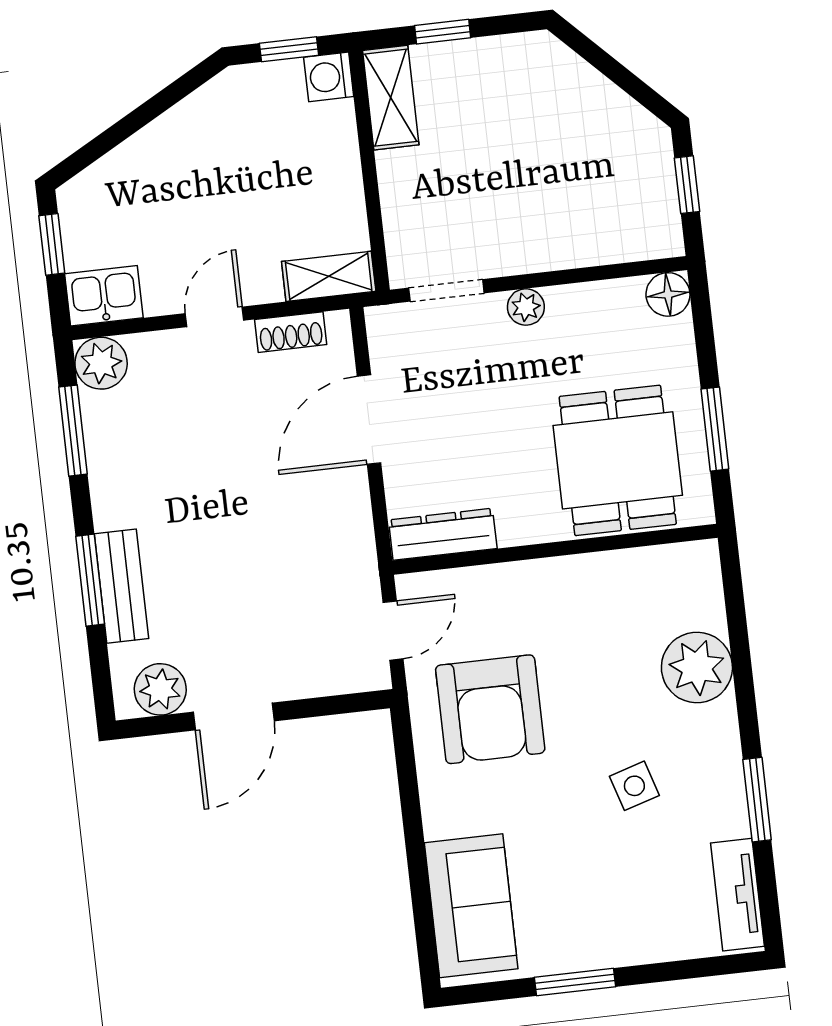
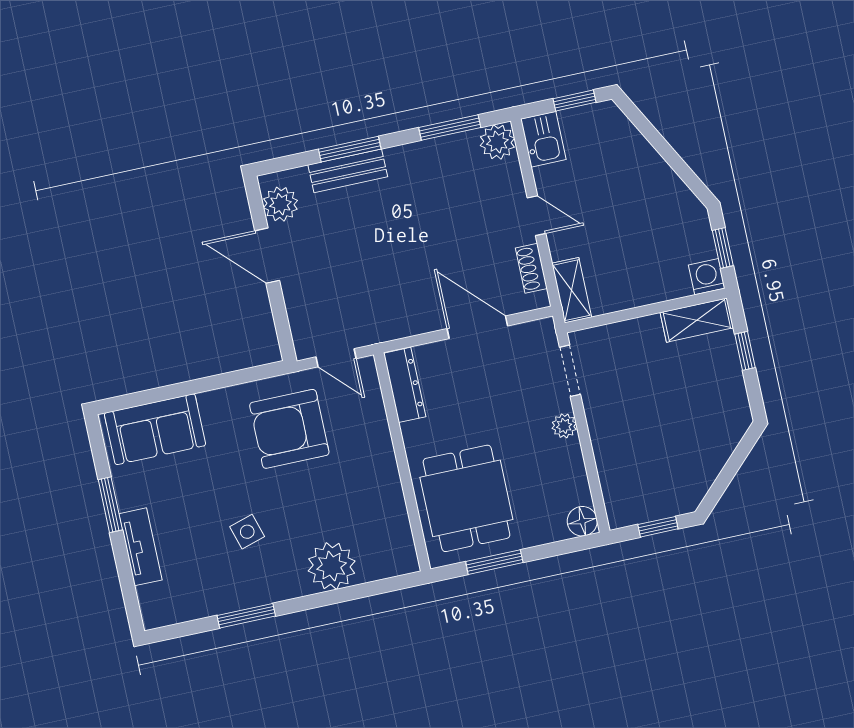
dining table: (618, 460) -> (466, 498), turned 90
tv unit: (737, 895) -> (140, 547), moved, turned 90

